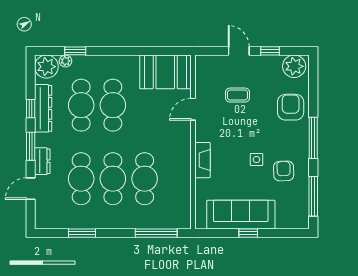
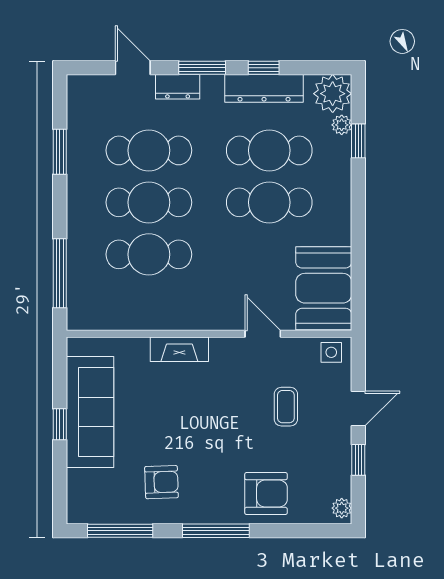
plant: (294, 66) -> (342, 508), width x0.53, depth x0.53
side table: (256, 160) -> (331, 352), moved

